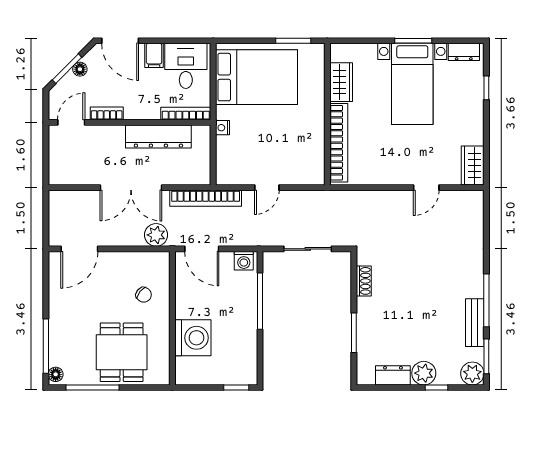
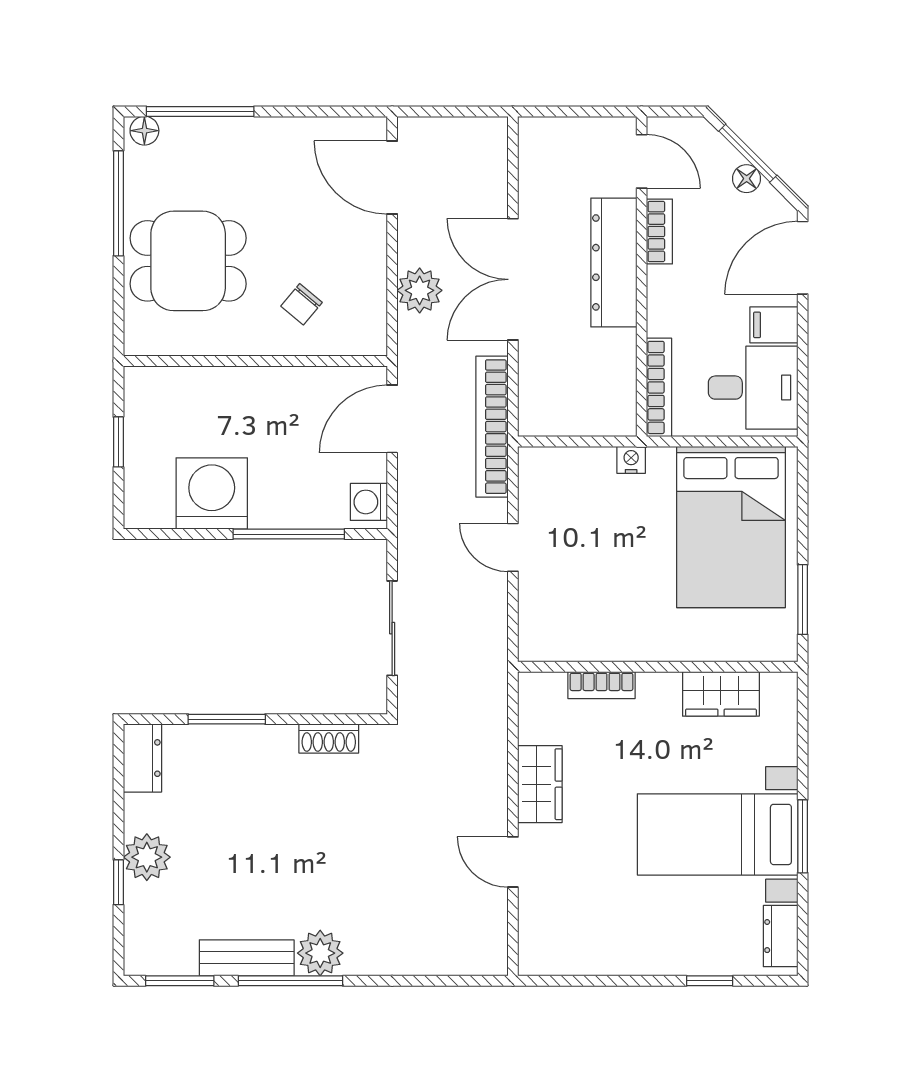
dresser: (158, 136) -> (614, 262), moved
bookcase: (339, 143) -> (602, 685), width x0.43, depth x0.76
wardrobe: (473, 165) -> (540, 784), moved, turned 90
plant: (156, 235) -> (420, 290), moved
washing machine: (193, 338) -> (212, 493), moved, turned 180
plant: (472, 373) -> (320, 953), moved
dresser: (393, 375) -> (142, 758), moved
window: (236, 388) -> (118, 442), moved

